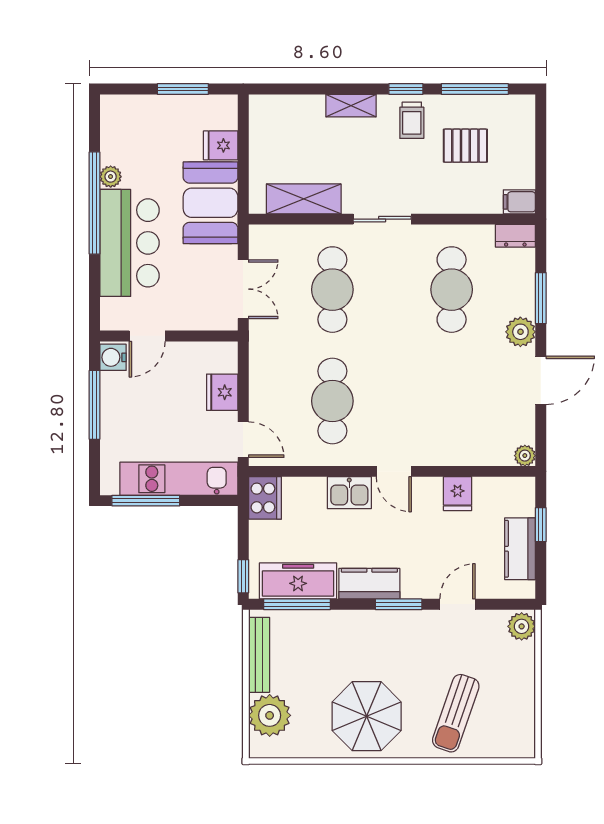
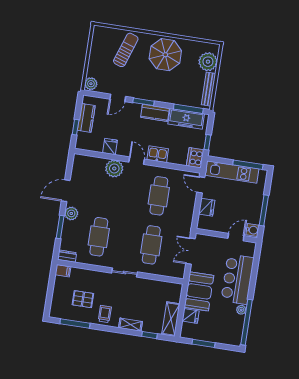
window: (406, 89) -> (149, 335), moved
shelving: (304, 199) -> (171, 319), moved, turned 90
window: (94, 203) -> (247, 322), moved
plant: (525, 456) -> (114, 168), moved, width x1.88, depth x1.88
window: (243, 576) -> (207, 142), moved

